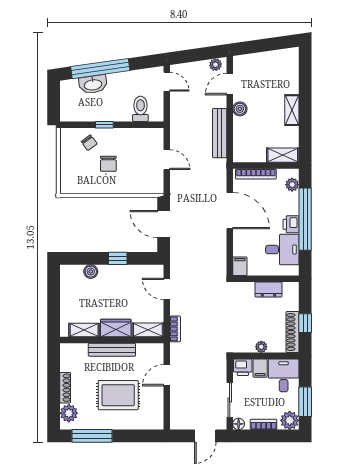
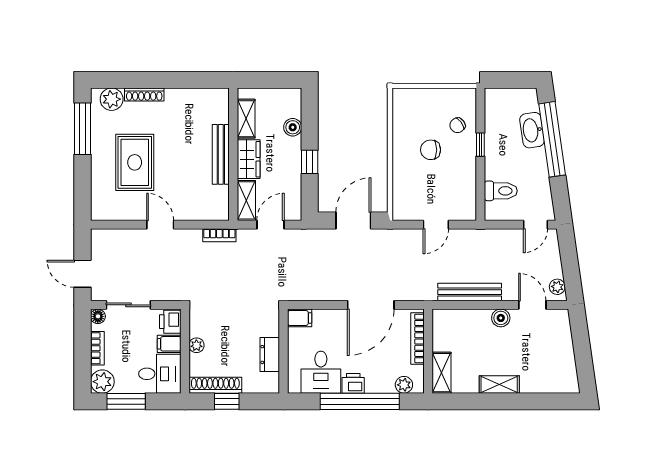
wardrobe: (116, 328) -> (249, 159), moved
shelving: (84, 330) -> (246, 119), moved
shelving: (148, 330) -> (246, 200), moved
wall: (112, 340) -> (233, 154), moved
bench: (112, 350) -> (221, 154), moved

